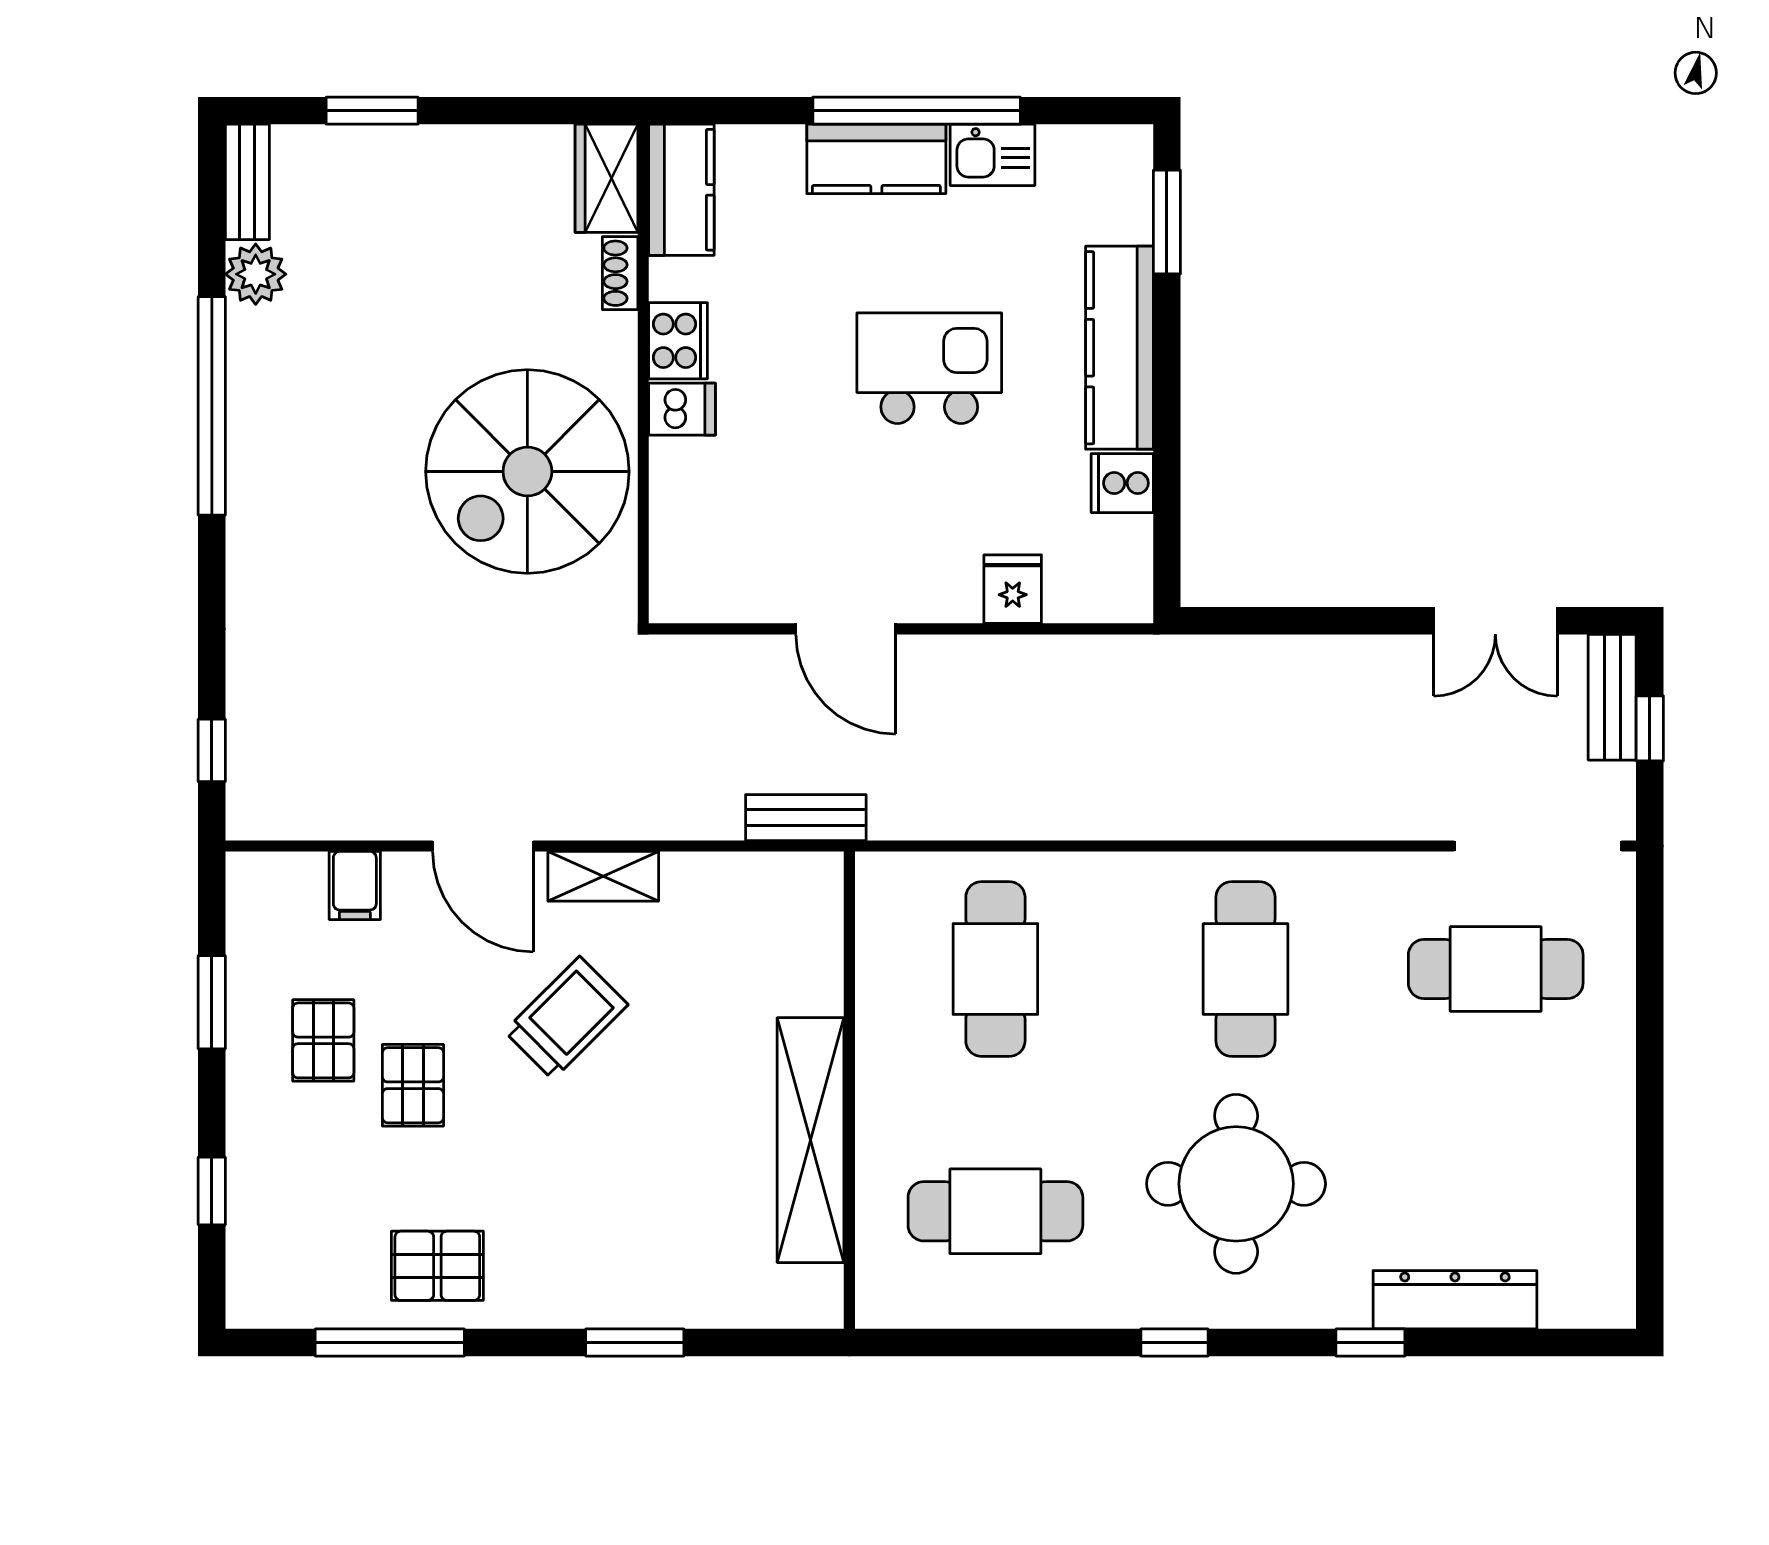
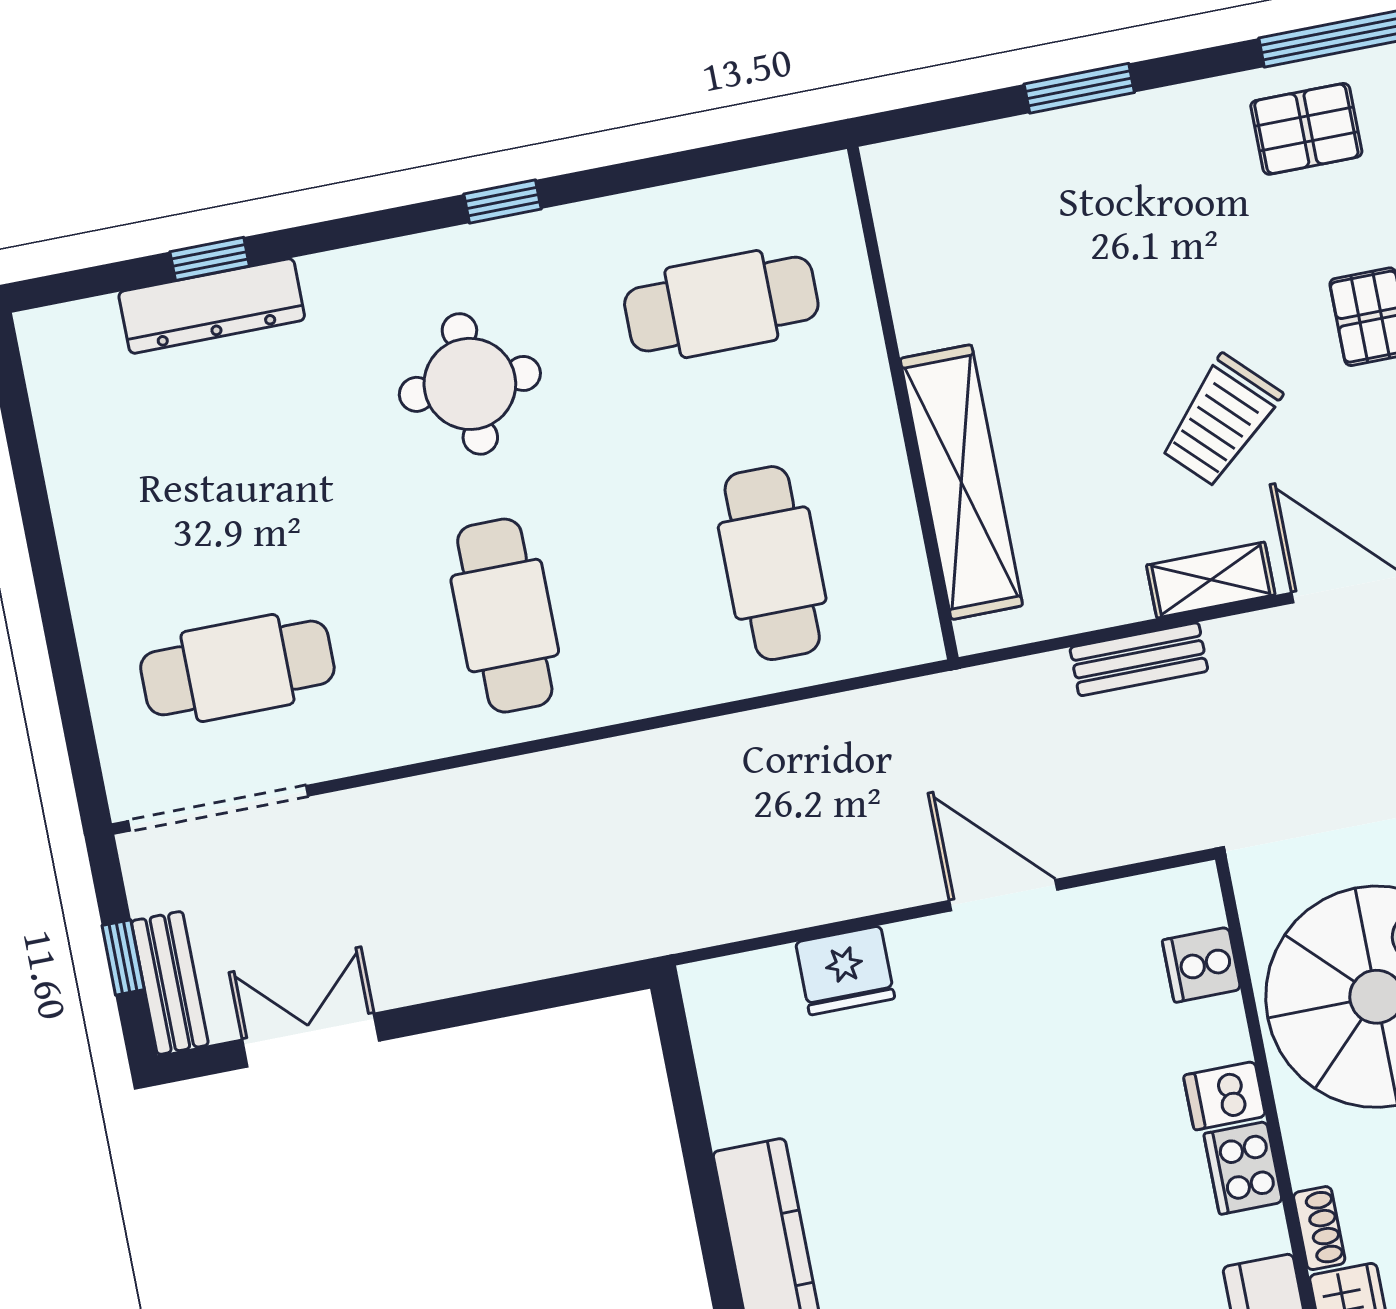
kitchen island: (929, 368) -> (969, 1191), removed
cooker: (1122, 483) -> (1201, 965), moved, turned 180
fridge: (1013, 589) -> (845, 970), width x1.38
bench: (806, 818) -> (1139, 659), moved
shelving: (811, 1140) -> (961, 482), moved
round table: (1236, 1184) -> (470, 384), width x0.73, depth x0.73
window: (1370, 1342) -> (210, 259), moved

